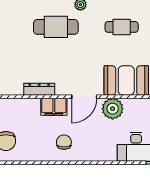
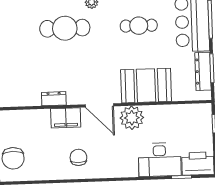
dresser: (39, 89) -> (54, 99), width x0.70
door: (84, 97) -> (99, 105), hinge flipped

